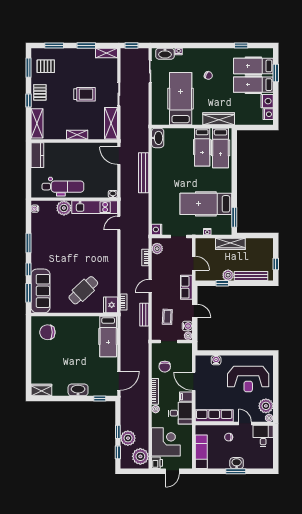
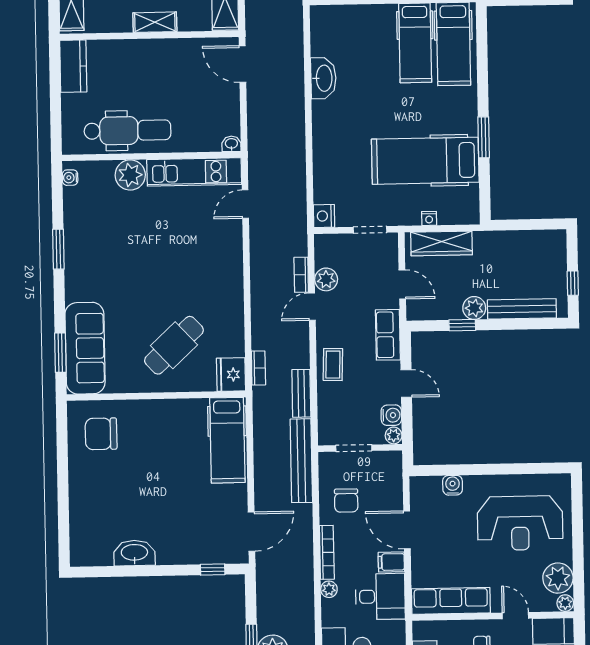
washbasin: (158, 138) -> (323, 78), moved
bench: (144, 173) -> (301, 461), moved
window: (234, 217) -> (484, 137), moved
wardrobe: (230, 244) -> (442, 243), moved
plant: (157, 249) -> (326, 279), moved
window: (29, 269) -> (59, 304), removed
door: (150, 286) -> (312, 307), moved
coffee table: (167, 317) -> (333, 365), moved
wardrobe: (41, 390) -> (91, 554), removed
washbasin: (78, 390) -> (134, 553), moved

